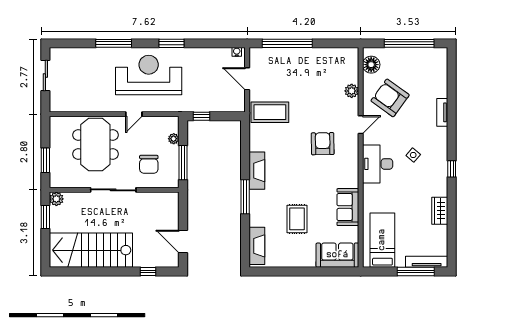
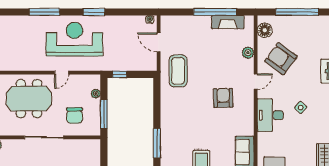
window: (287, 43) -> (215, 12), moved
coffee table: (270, 112) -> (178, 71), turned 90
meeting table: (95, 145) -> (29, 99), turned 90
fireplace: (257, 171) -> (228, 22), moved, turned 90

